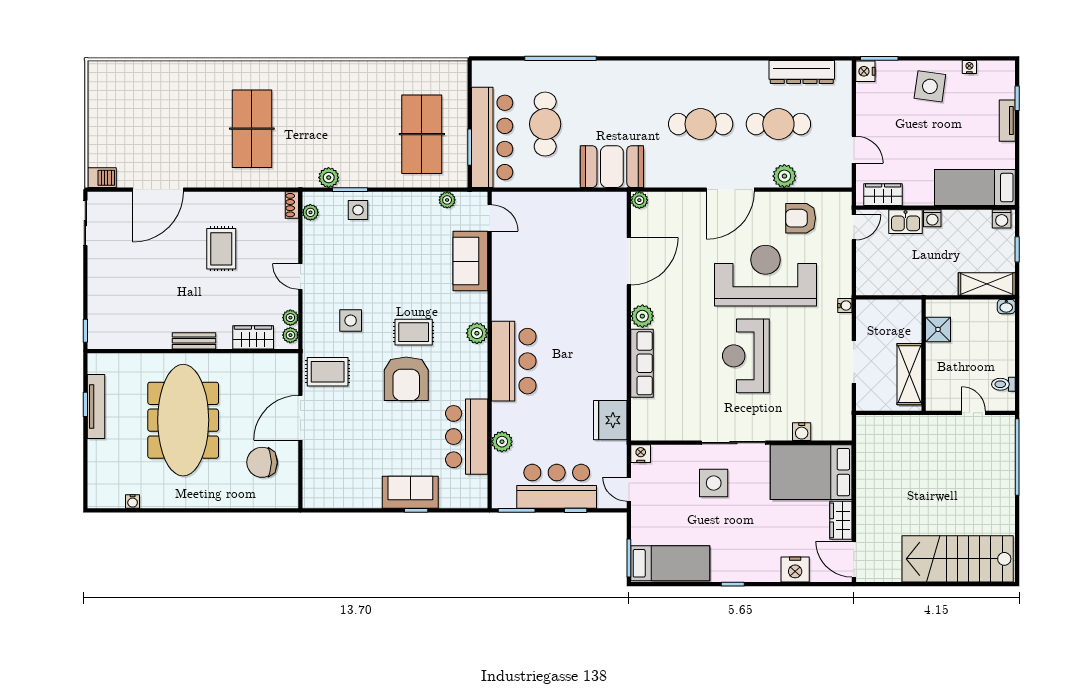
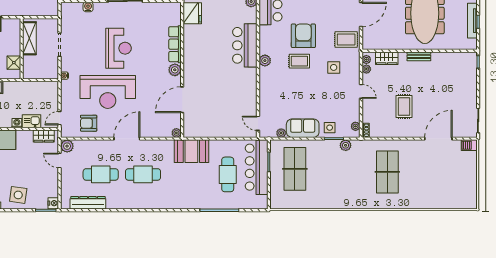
plant: (784, 176) -> (67, 146), moved
armchair: (801, 218) -> (89, 123), turned 180
sofa: (470, 261) -> (303, 128), moved, turned -90

